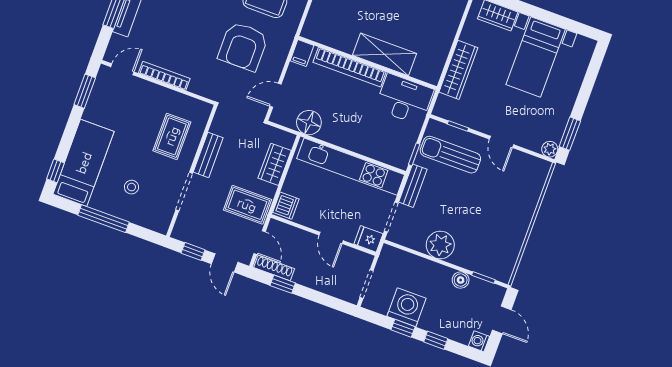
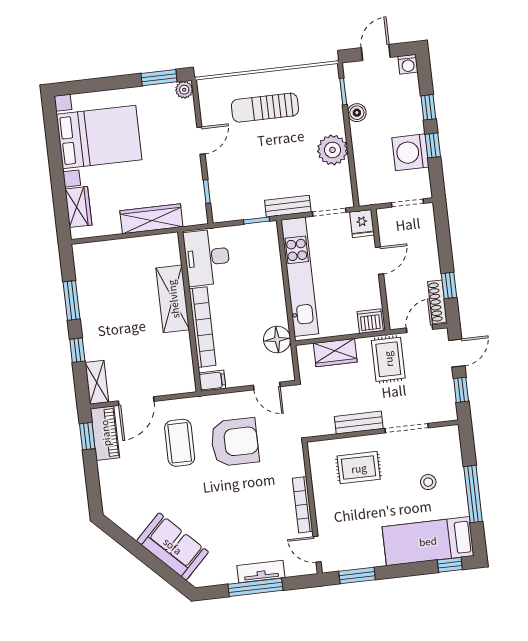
bed with nightstands: (536, 57) -> (99, 137), width x1.36
sun lounger: (450, 155) -> (265, 108), moved, turned 90

